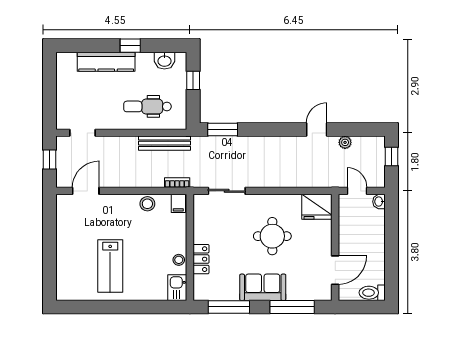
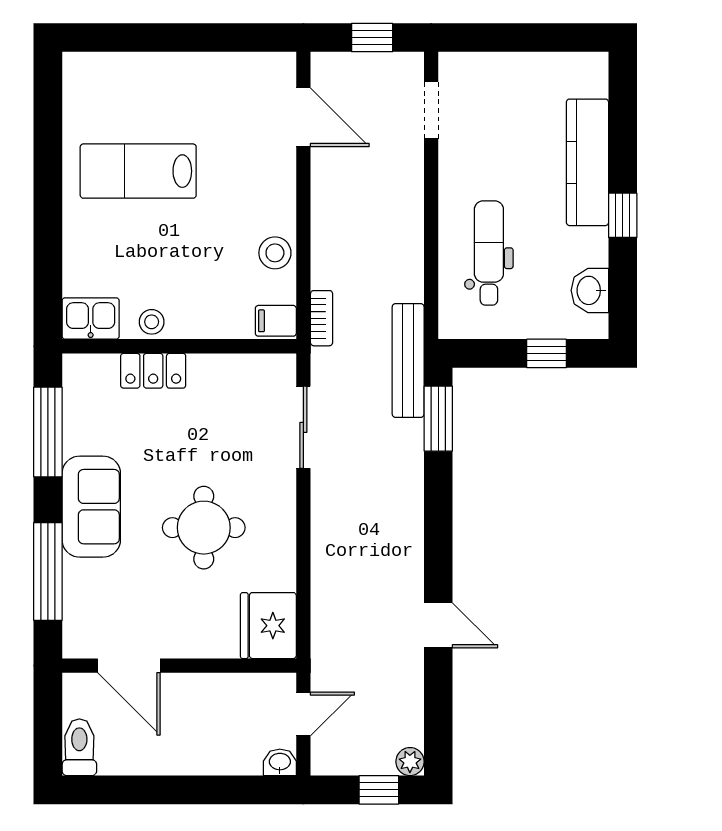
plant: (345, 142) -> (410, 762), moved
bench: (164, 143) -> (408, 360), moved

